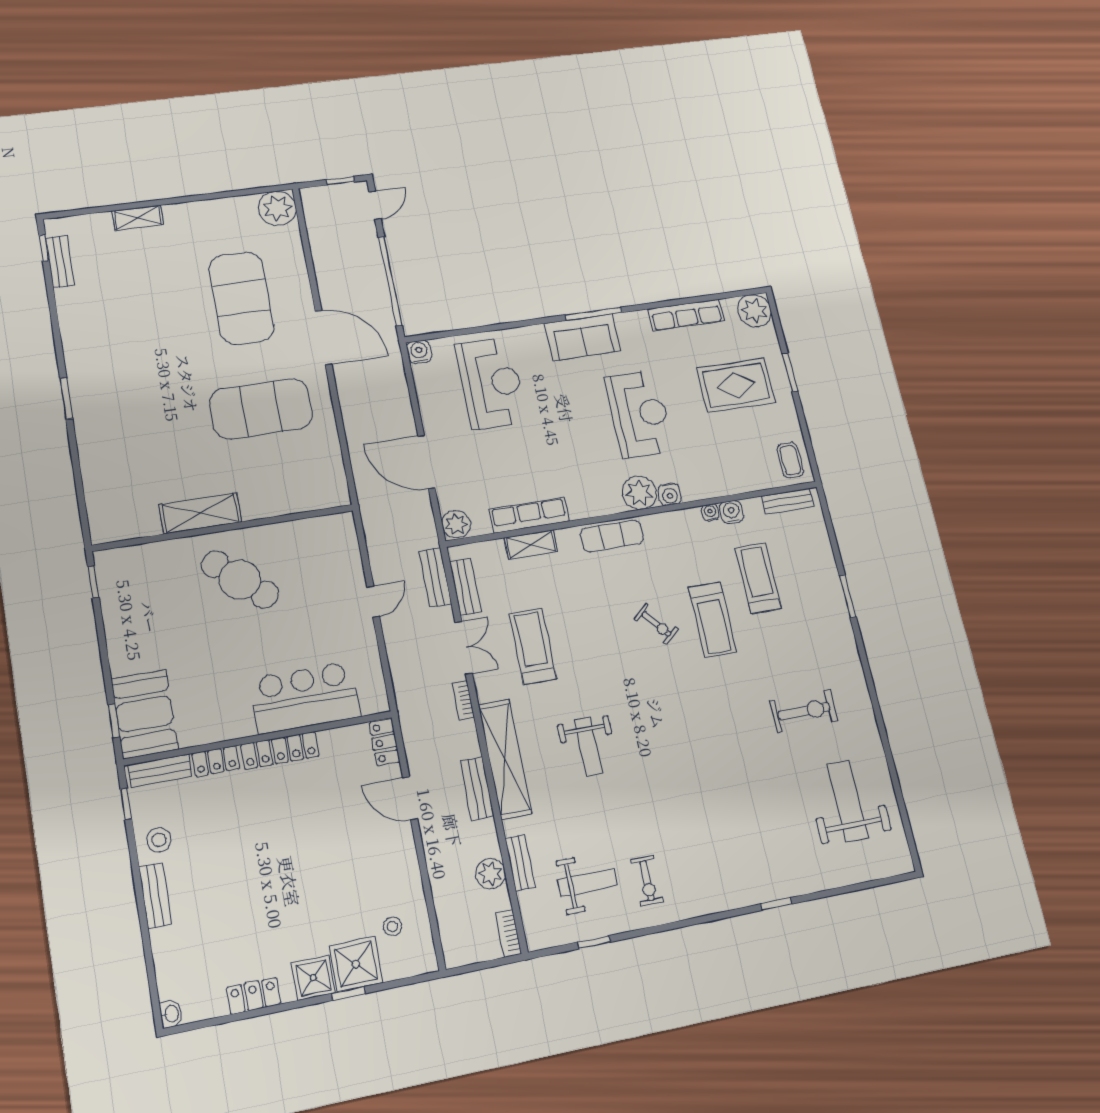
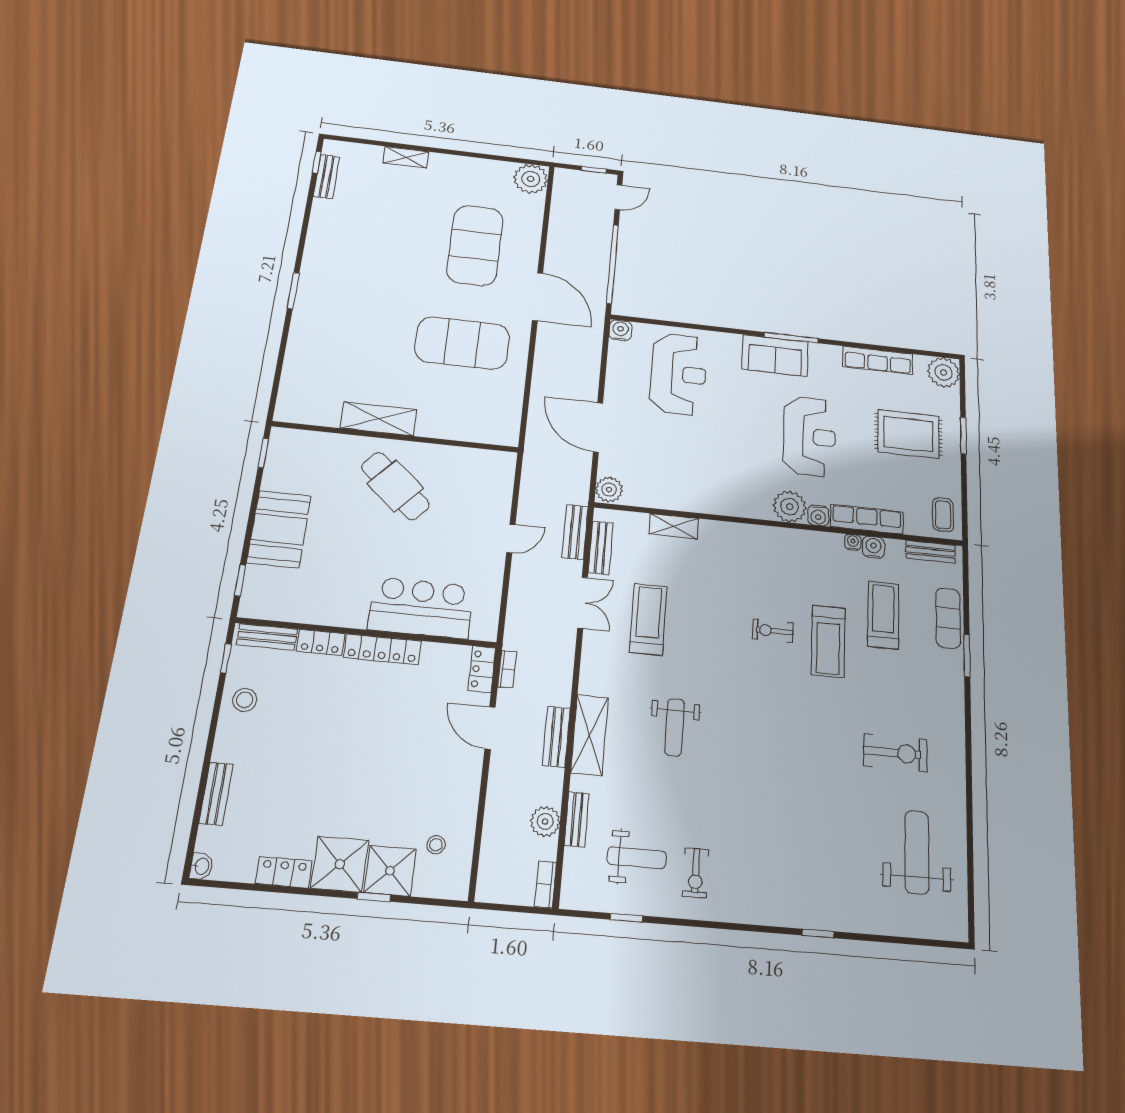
row of seats: (529, 515) -> (867, 519), moved
exercise mat: (612, 536) -> (948, 618), moved, turned 90
exercise bike: (656, 624) -> (773, 631), turned 130
bookcase: (463, 700) -> (507, 669), moved, turned 180
booth: (145, 714) -> (279, 529), moved
shelving: (505, 759) -> (590, 735), width x0.68
bench: (155, 896) -> (216, 794), moved
shower: (313, 978) -> (340, 864), width x1.36, depth x1.36

